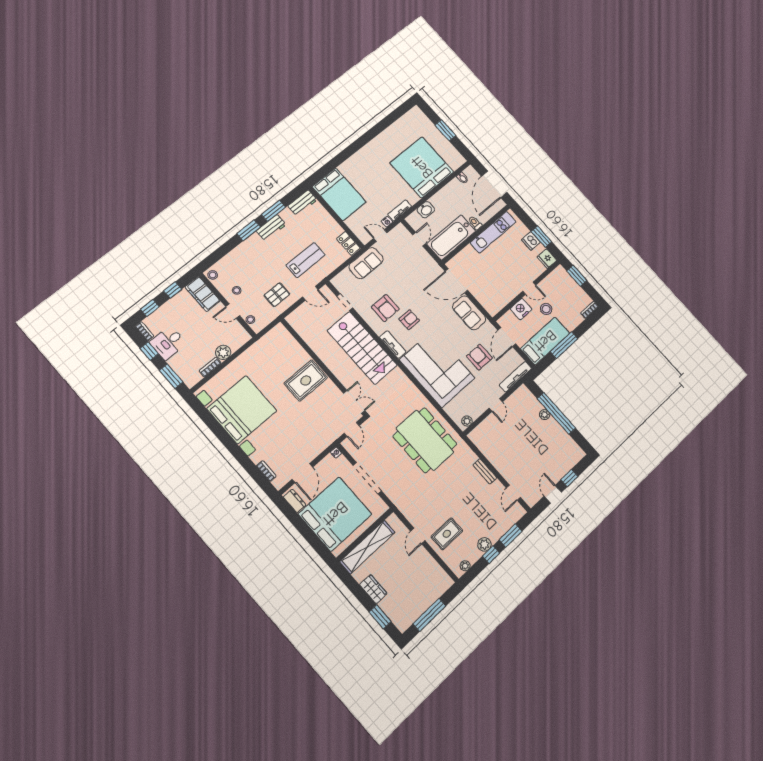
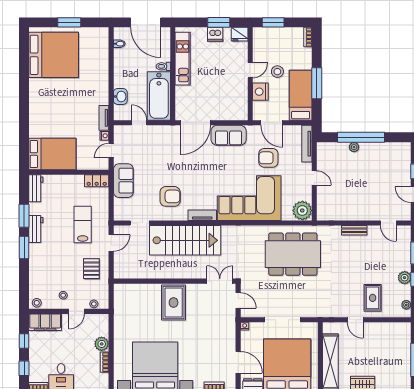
bed: (422, 167) -> (54, 55), moved, turned 180
armchair: (409, 320) -> (194, 186), removed
plant: (467, 421) -> (302, 210), width x1.87, depth x1.87

